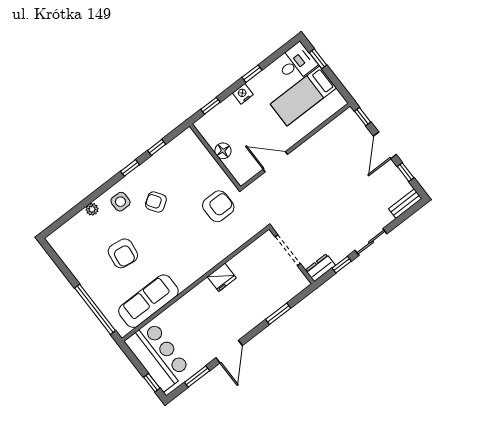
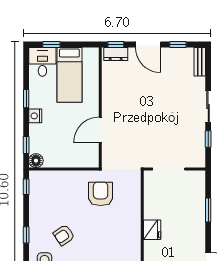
window: (157, 147) -> (26, 187), moved
floor lamp: (223, 151) -> (36, 161), moved
dresser: (320, 268) -> (116, 54), moved, turned -90

